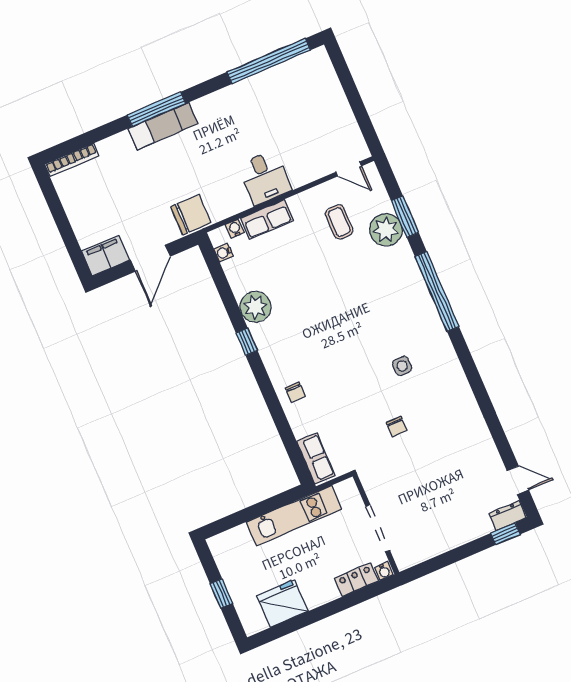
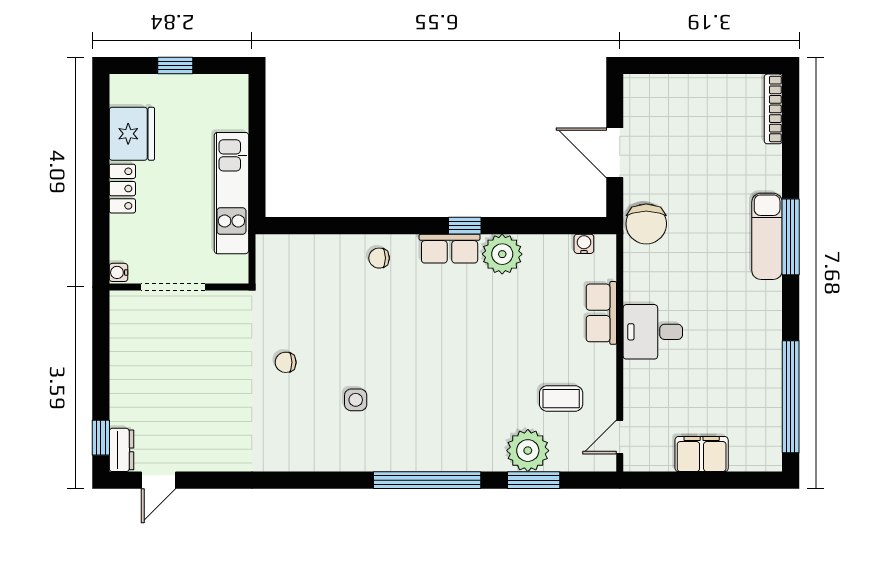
water cooler: (235, 228) -> (607, 270), removed
filing cabinet: (106, 256) -> (702, 454), moved, turned -90
row of seats: (316, 458) -> (450, 249), moved
locker: (357, 580) -> (122, 189), moved

